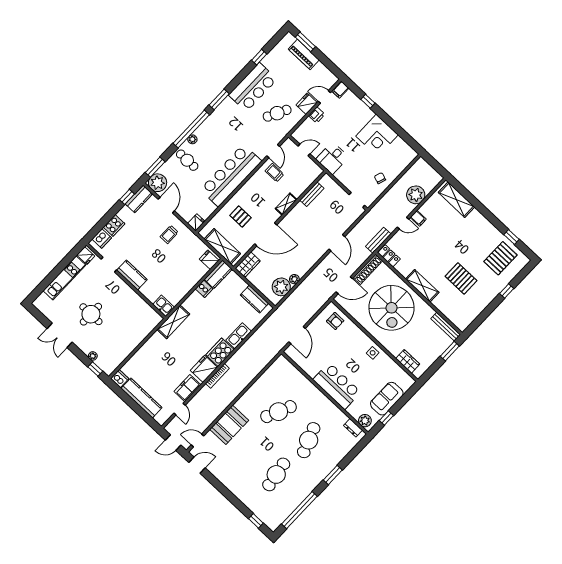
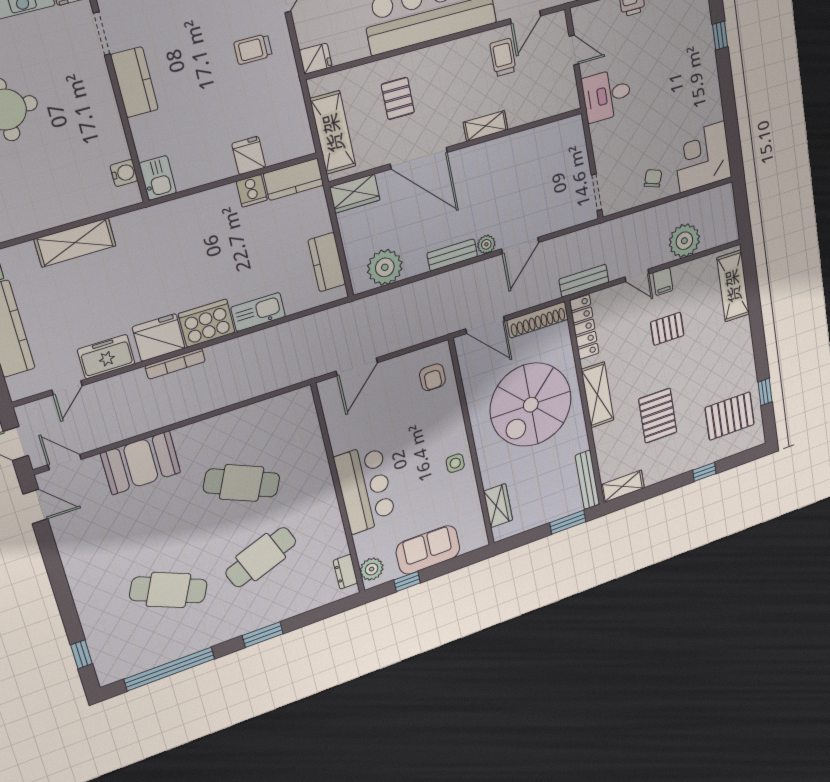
corner desk: (377, 135) -> (702, 157), moved, turned 90
bench: (312, 194) -> (452, 255), moved
pallet: (436, 237) -> (667, 329), added
locker: (389, 256) -> (584, 327), width x1.53
fridge: (209, 260) -> (249, 155), moved
plant: (294, 279) -> (486, 244), moved
water cooler: (149, 312) -> (124, 173), added
shelving: (467, 320) -> (622, 486), added
shelving: (173, 322) -> (75, 242), moved
cafe table: (276, 474) -> (168, 590), turned 33

